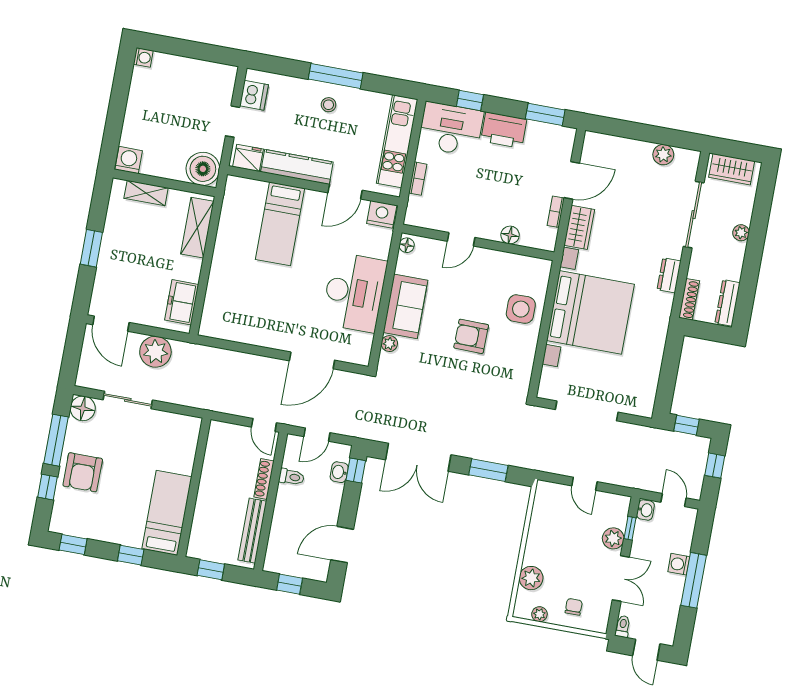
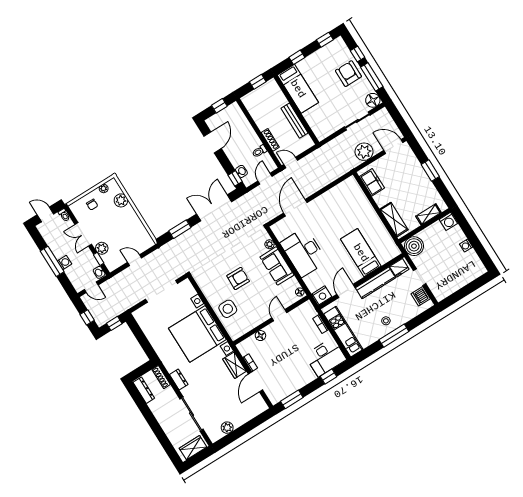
washing machine: (143, 57) -> (466, 246), moved
printer: (504, 130) -> (303, 377), removed
plant: (741, 233) -> (165, 425), removed
bench: (252, 531) -> (294, 121), moved

